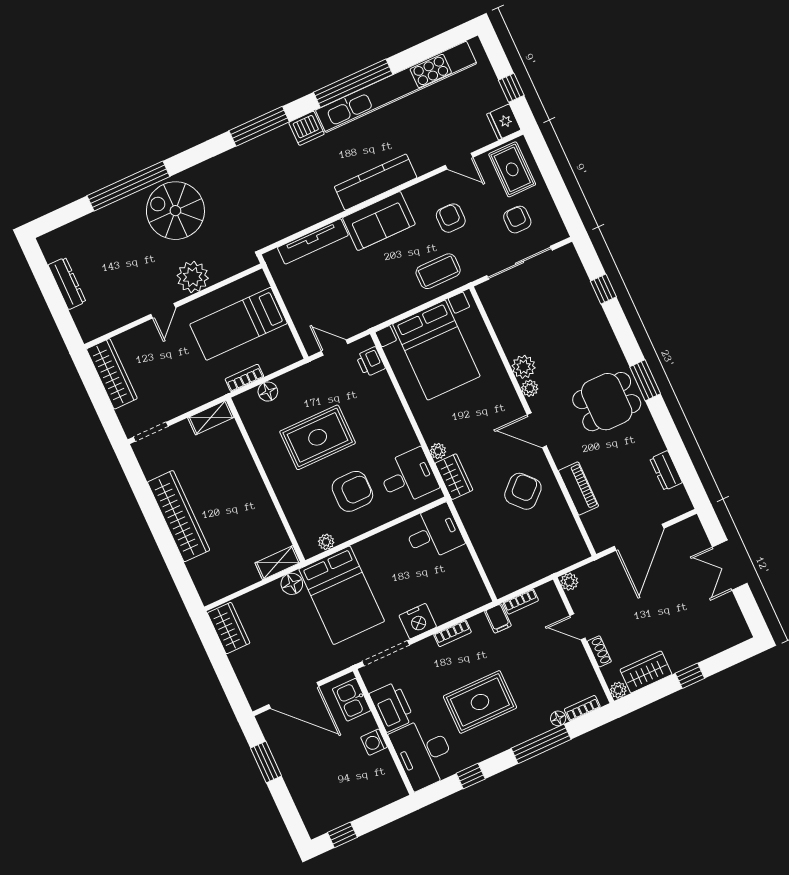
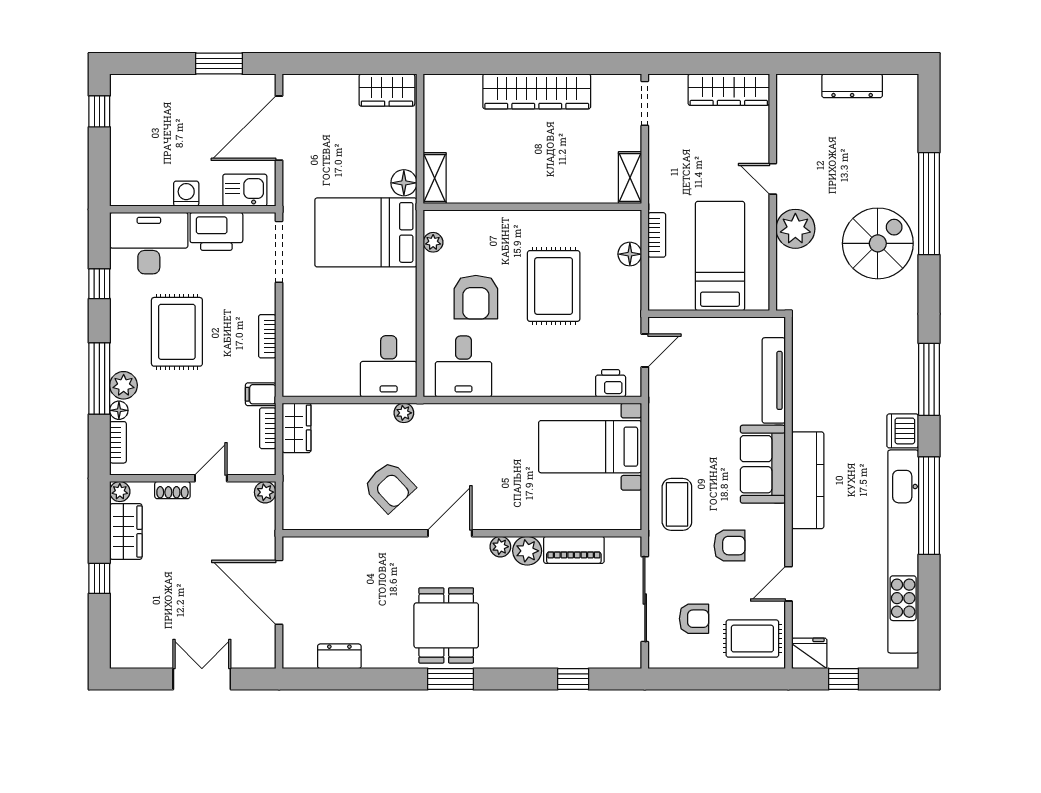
bed with nightstands: (436, 350) -> (590, 447), width x0.73
plant: (438, 451) -> (404, 413), moved
wardrobe: (454, 477) -> (297, 428), moved, turned -90
piano: (578, 488) -> (574, 550), moved
nightstand: (418, 621) -> (298, 304), removed
plant: (538, 724) -> (124, 385), added

